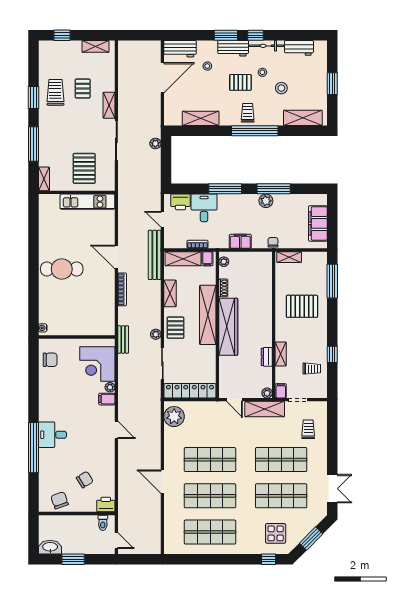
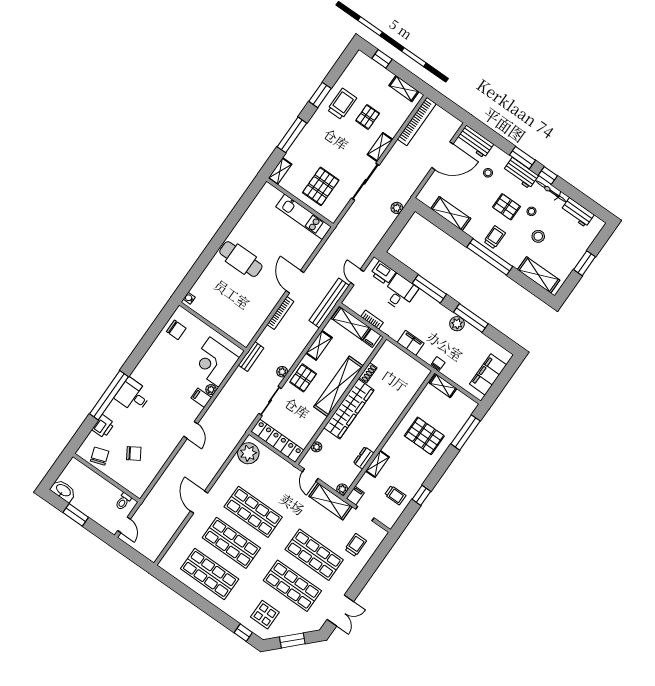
bookcase: (123, 65) -> (417, 121), added
plant: (224, 262) -> (317, 447), moved
printer: (106, 505) -> (103, 426), moved, turned 90

